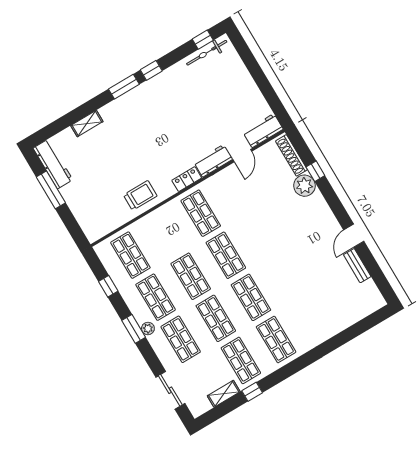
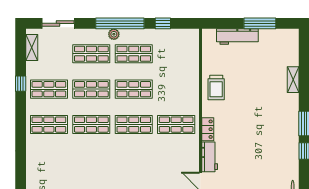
workbench: (53, 164) -> (237, 37), moved
shop shelf: (130, 255) -> (176, 54), removed
window: (134, 329) -> (120, 23), width x2.11
shelving: (224, 394) -> (32, 48), moved

